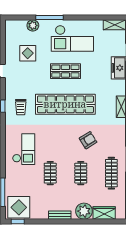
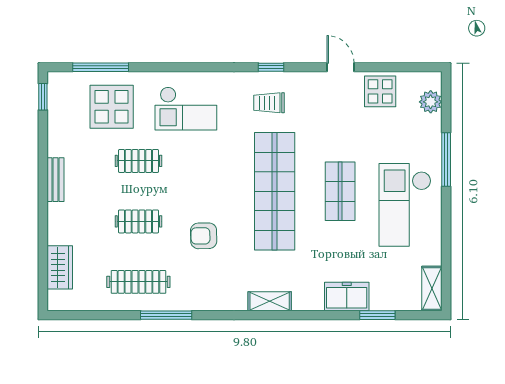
plant: (33, 25) -> (431, 102), moved
display table: (28, 53) -> (380, 91), moved
armchair: (88, 140) -> (204, 236), turned 121
display table: (19, 207) -> (112, 107), moved
plant: (84, 211) -> (63, 228), removed

